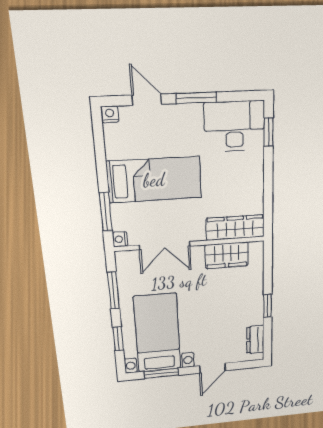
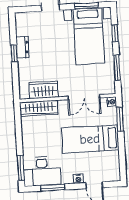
window: (196, 98) -> (53, 188), moved
nightstand: (110, 114) -> (78, 179), moved
window: (269, 132) -> (21, 168), width x1.50
double door: (165, 246) -> (84, 97), swing flipped
dresser: (255, 340) -> (22, 47), moved

